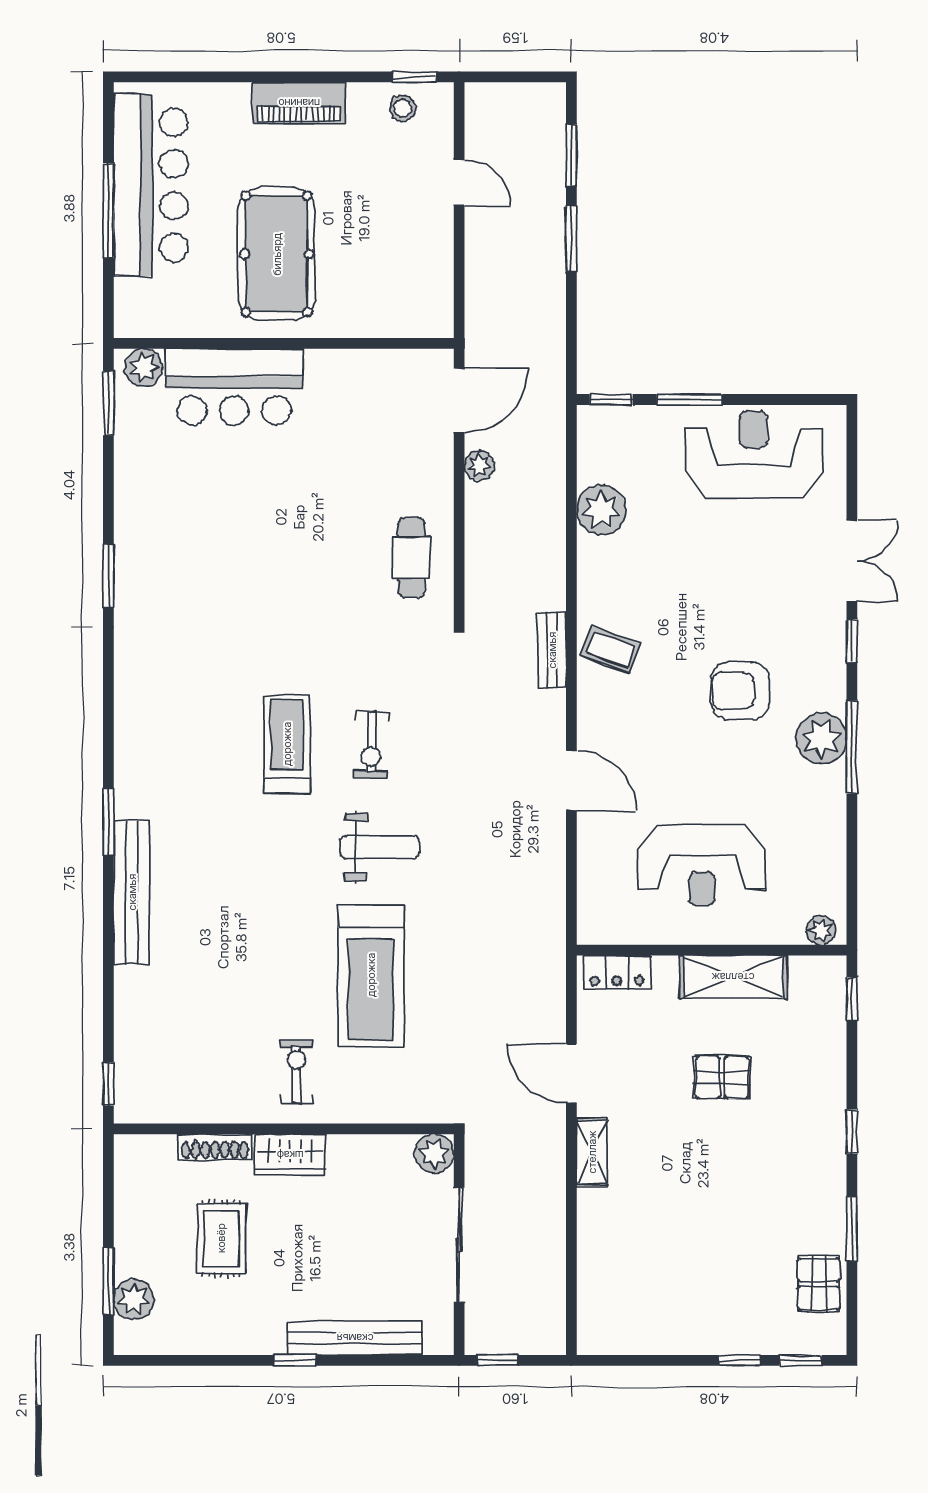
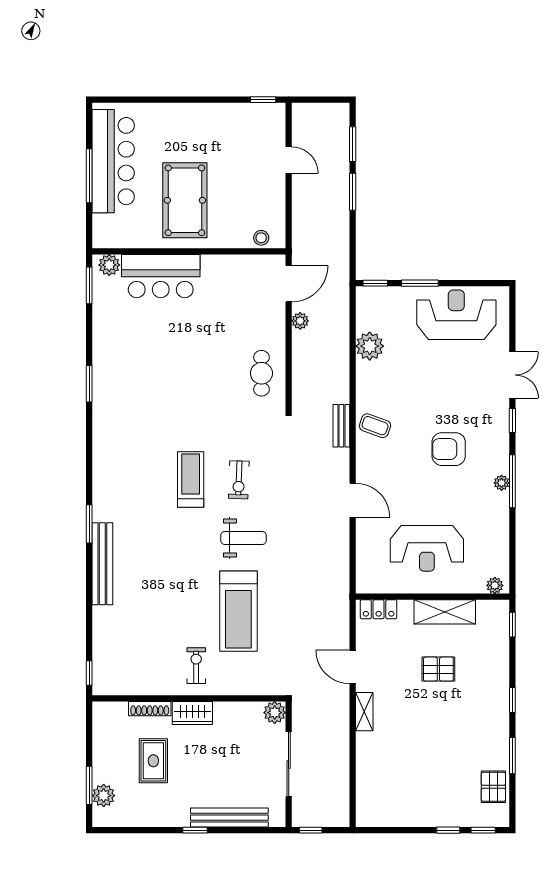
piano: (299, 103) -> (198, 114), removed
stool: (403, 108) -> (261, 238), moved
plant: (821, 738) -> (502, 483), width x0.53, depth x0.53

